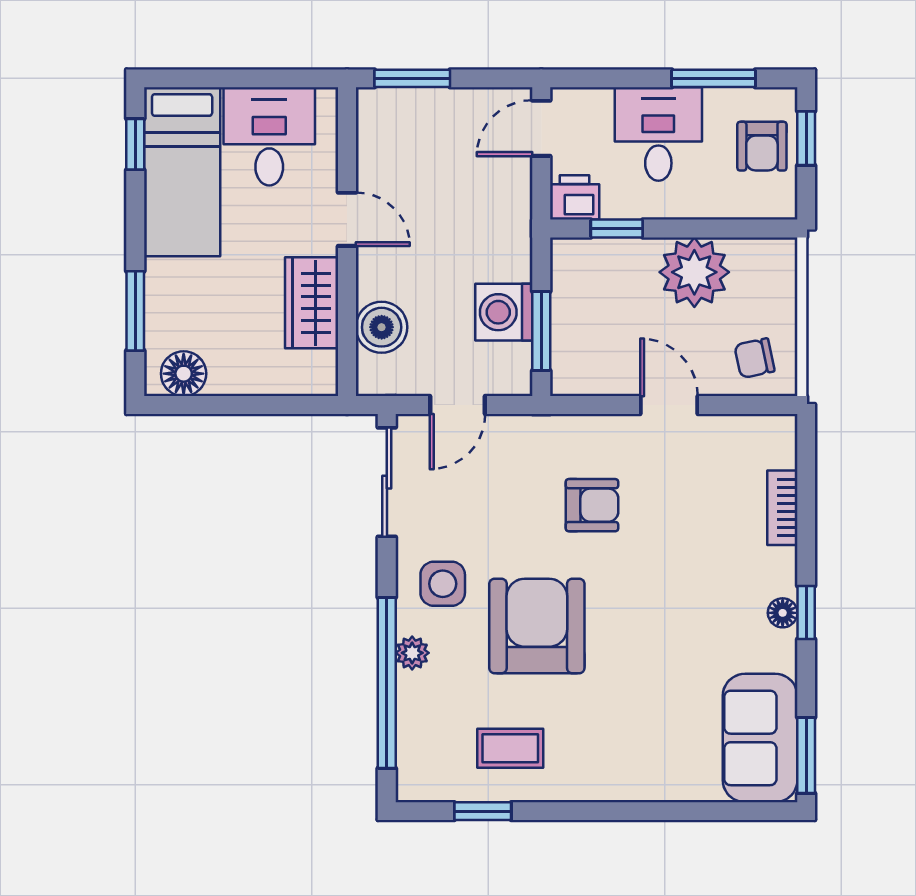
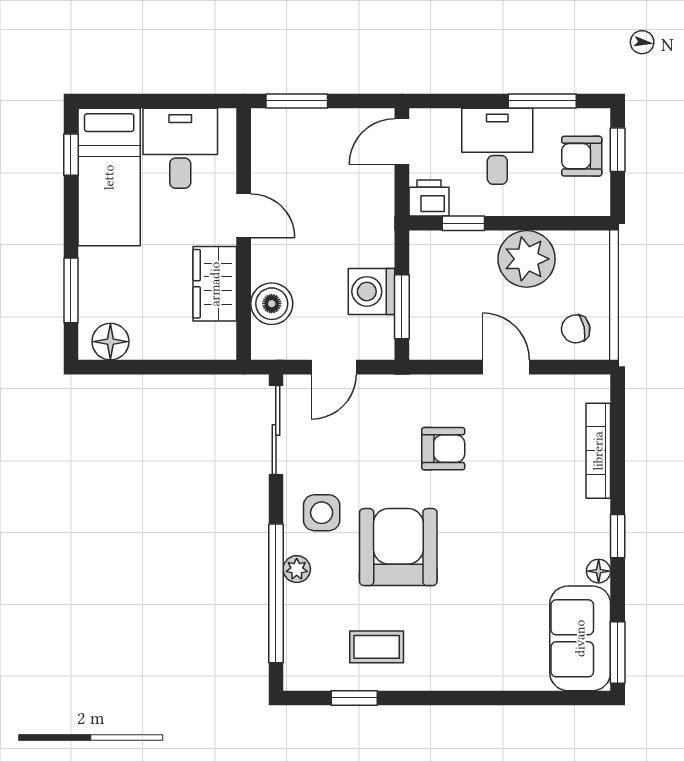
armchair: (762, 146) -> (582, 156), turned 90
bookcase: (782, 508) -> (598, 451), width x1.56
floor lamp: (783, 613) -> (599, 571), moved

